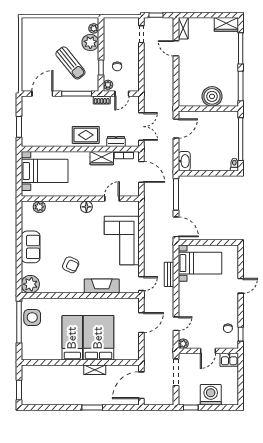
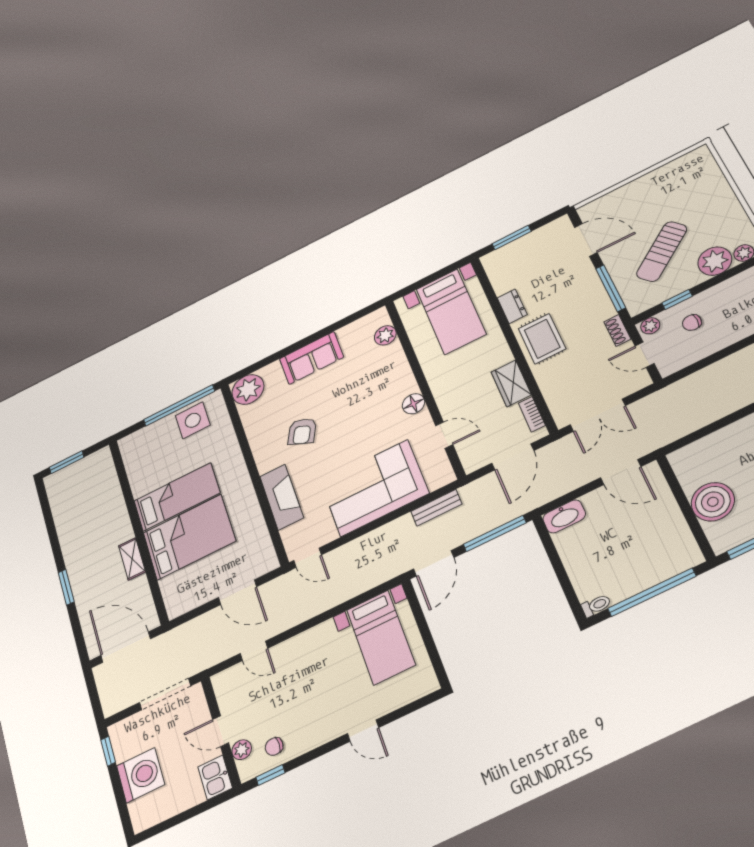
dresser: (116, 142) -> (512, 306), moved
bench: (169, 274) -> (436, 508), moved
plant: (183, 344) -> (242, 750), moved

